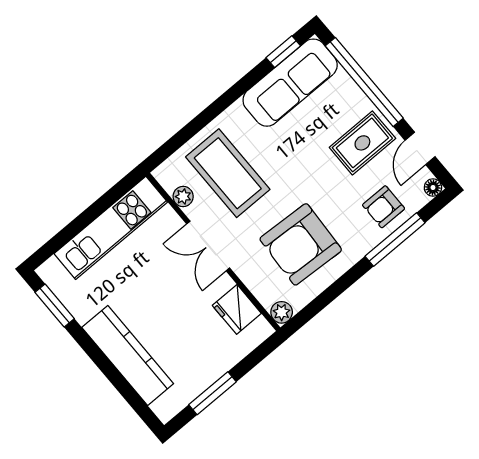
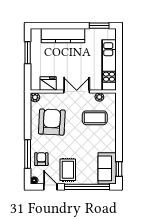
sofa: (290, 83) -> (107, 168), width x0.73
coffee table: (228, 173) -> (95, 118), width x0.73, depth x0.76

